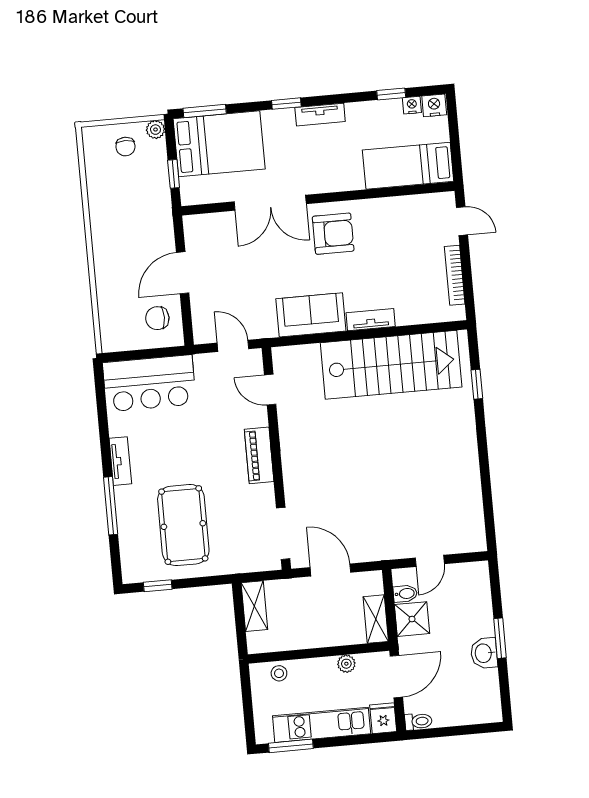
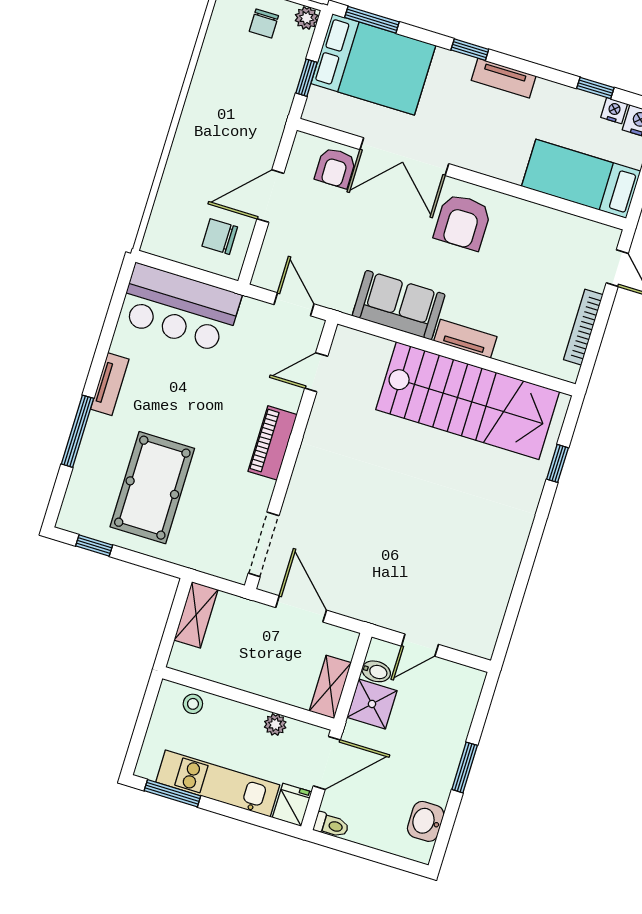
armchair: (222, 232) -> (335, 168), added
armchair: (333, 234) -> (463, 222), turned 90
door: (270, 390) -> (316, 372), hinge flipped
washbasin: (484, 653) -> (426, 821), moved

